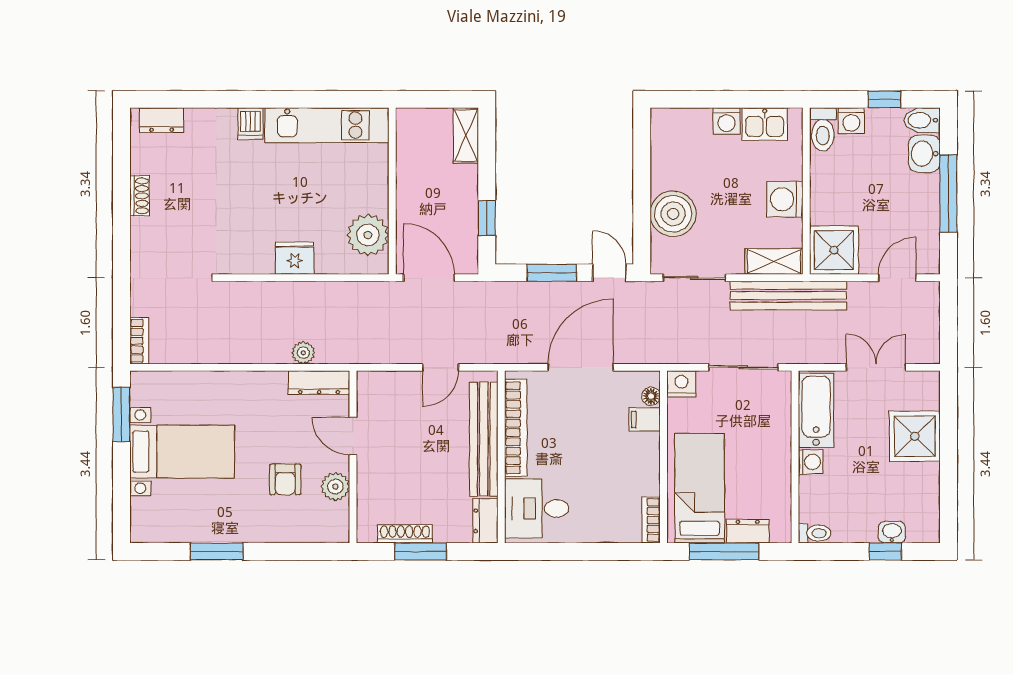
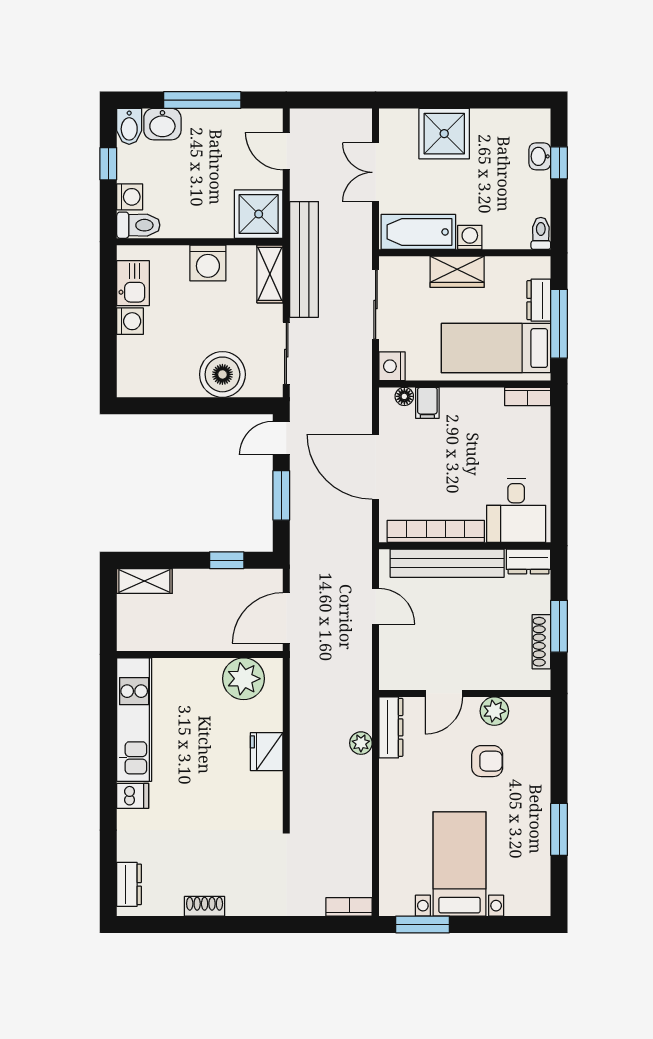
wardrobe: (776, 449) -> (457, 272), added

